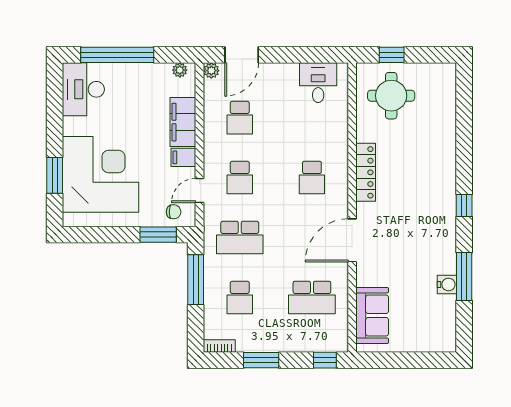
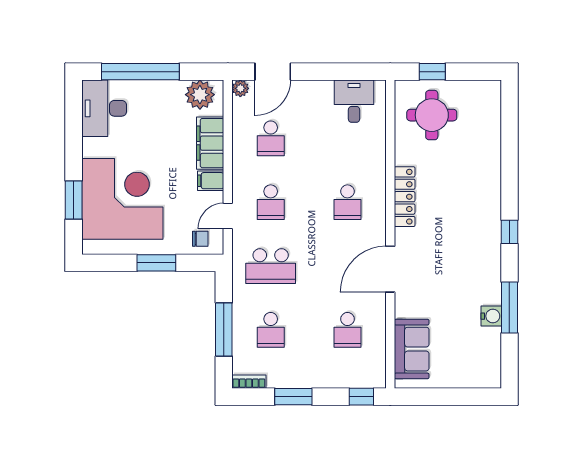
plant: (180, 70) -> (200, 95), width x1.88, depth x1.88
window: (158, 235) -> (156, 263), moved
window: (196, 280) -> (224, 330), moved
school desk: (312, 297) -> (347, 330), width x0.54

